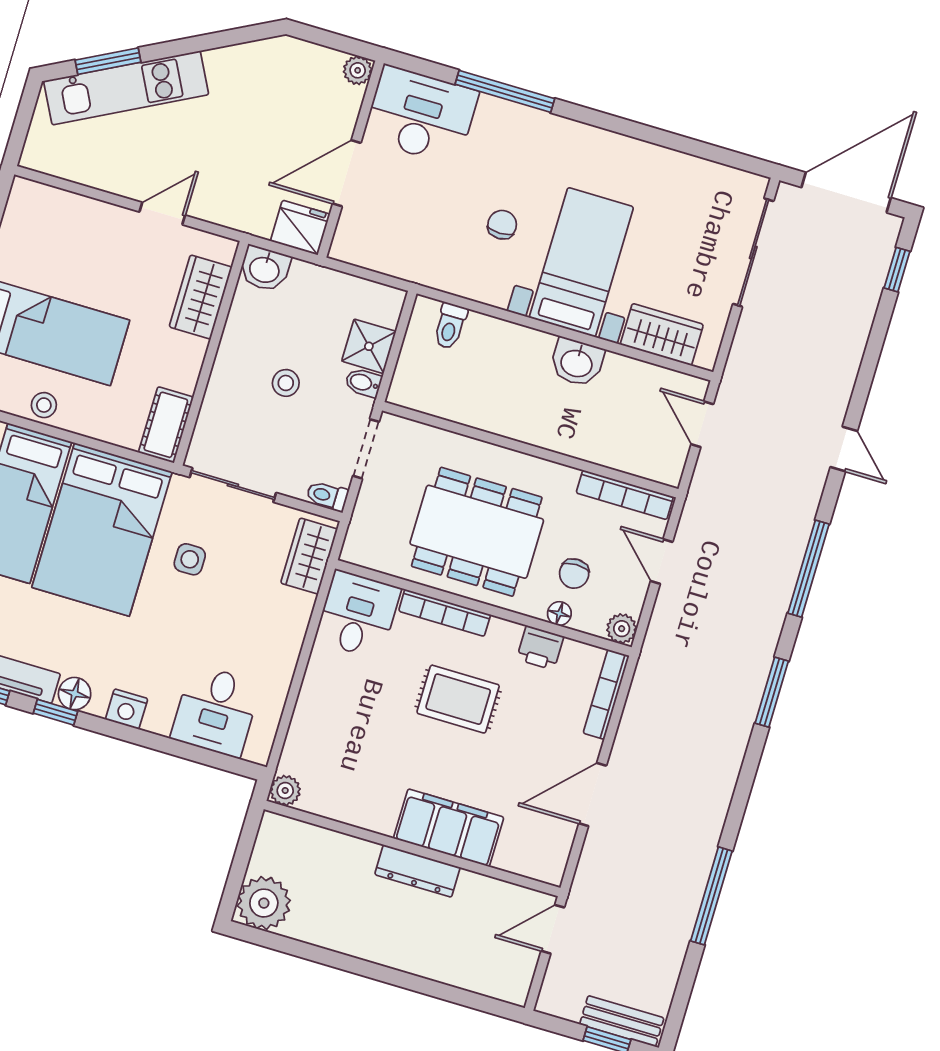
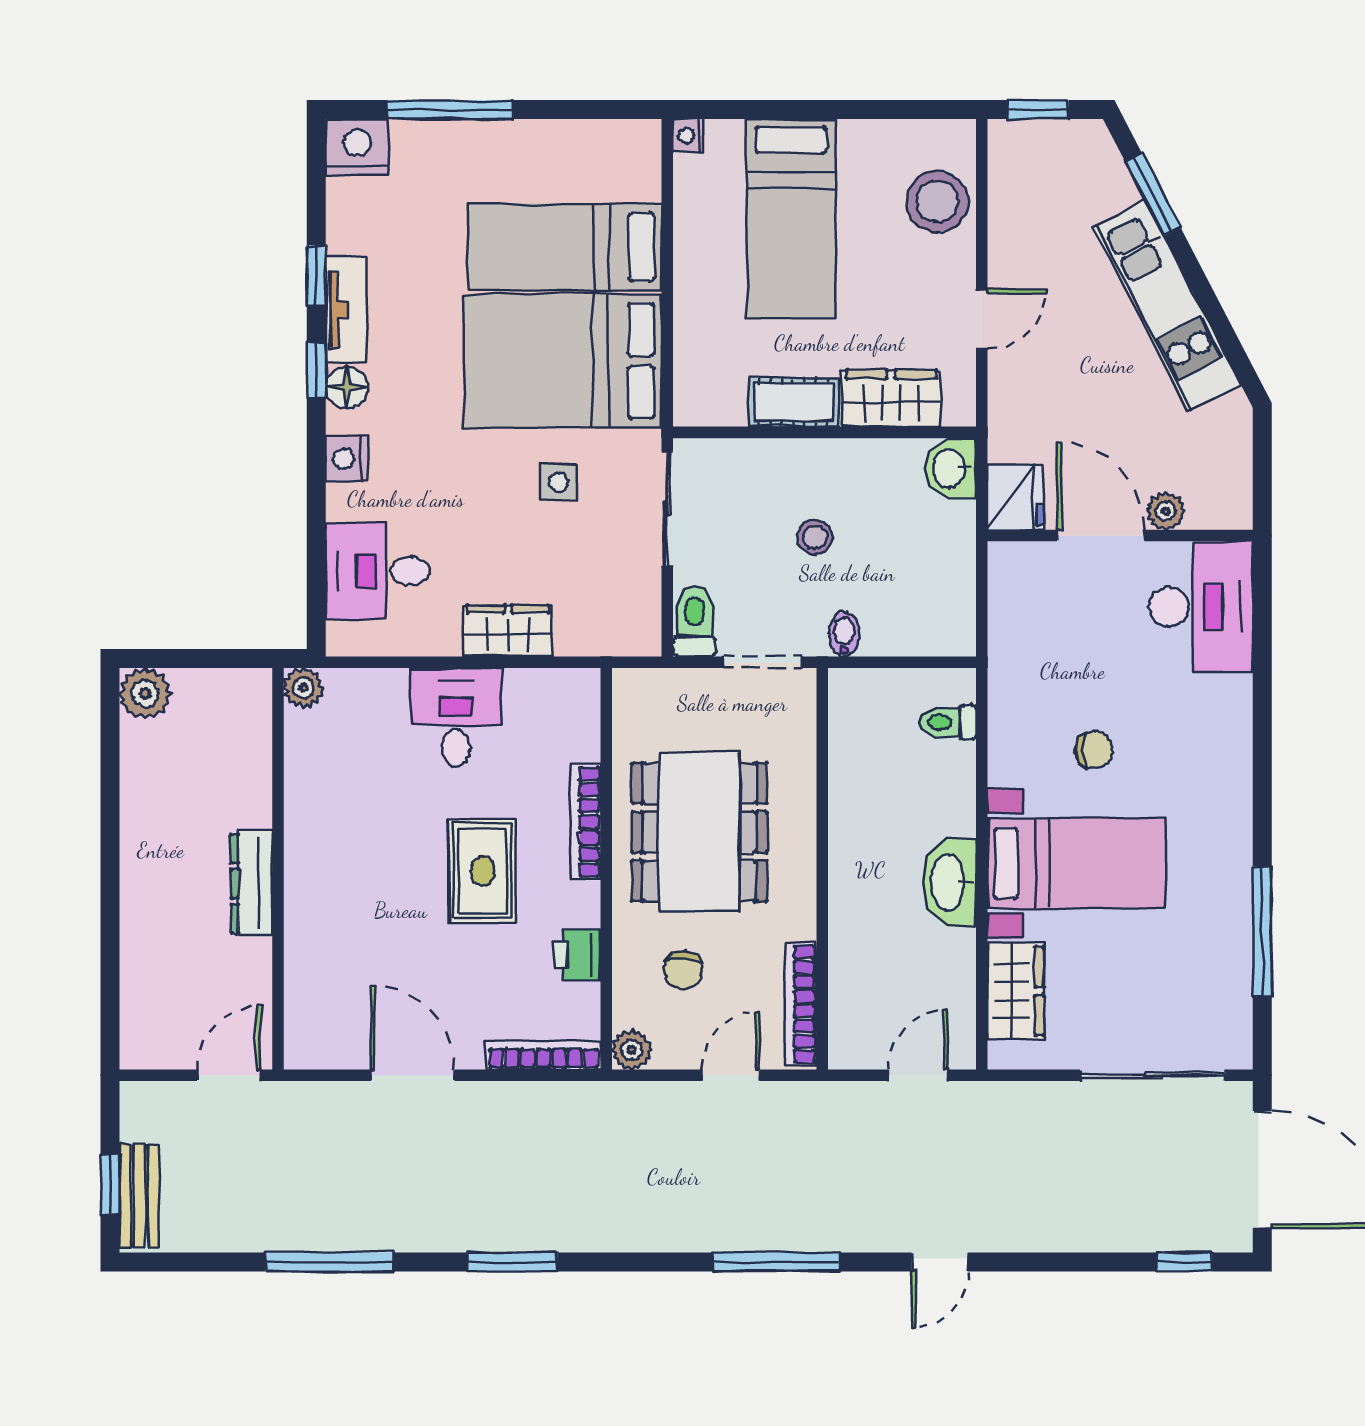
plant: (358, 70) -> (1166, 511), moved
kitchen unit: (126, 88) -> (1167, 306), moved
window: (505, 91) -> (1262, 931), moved
window: (21, 127) -> (1038, 110), added
door: (162, 214) -> (982, 319), hinge flipped
shower: (369, 346) -> (892, 628), removed
washbasin: (577, 362) -> (949, 882), width x1.38
stool: (44, 405) -> (937, 201), moved, width x1.89, depth x1.89
cot: (166, 425) -> (793, 402), moved
toilet: (327, 496) -> (695, 621), width x1.37, depth x1.39
wardrobe: (309, 556) -> (508, 631), moved
chair: (574, 574) -> (683, 970), turned -83
floor lamp: (559, 614) -> (627, 966), removed
desk: (358, 615) -> (456, 717), moved, turned -90
window: (772, 692) -> (512, 1262), moved
filing cabinet: (449, 828) -> (317, 907), removed
plant: (264, 903) -> (145, 694), width x0.73, depth x0.73
door: (553, 929) -> (229, 1075), hinge flipped

